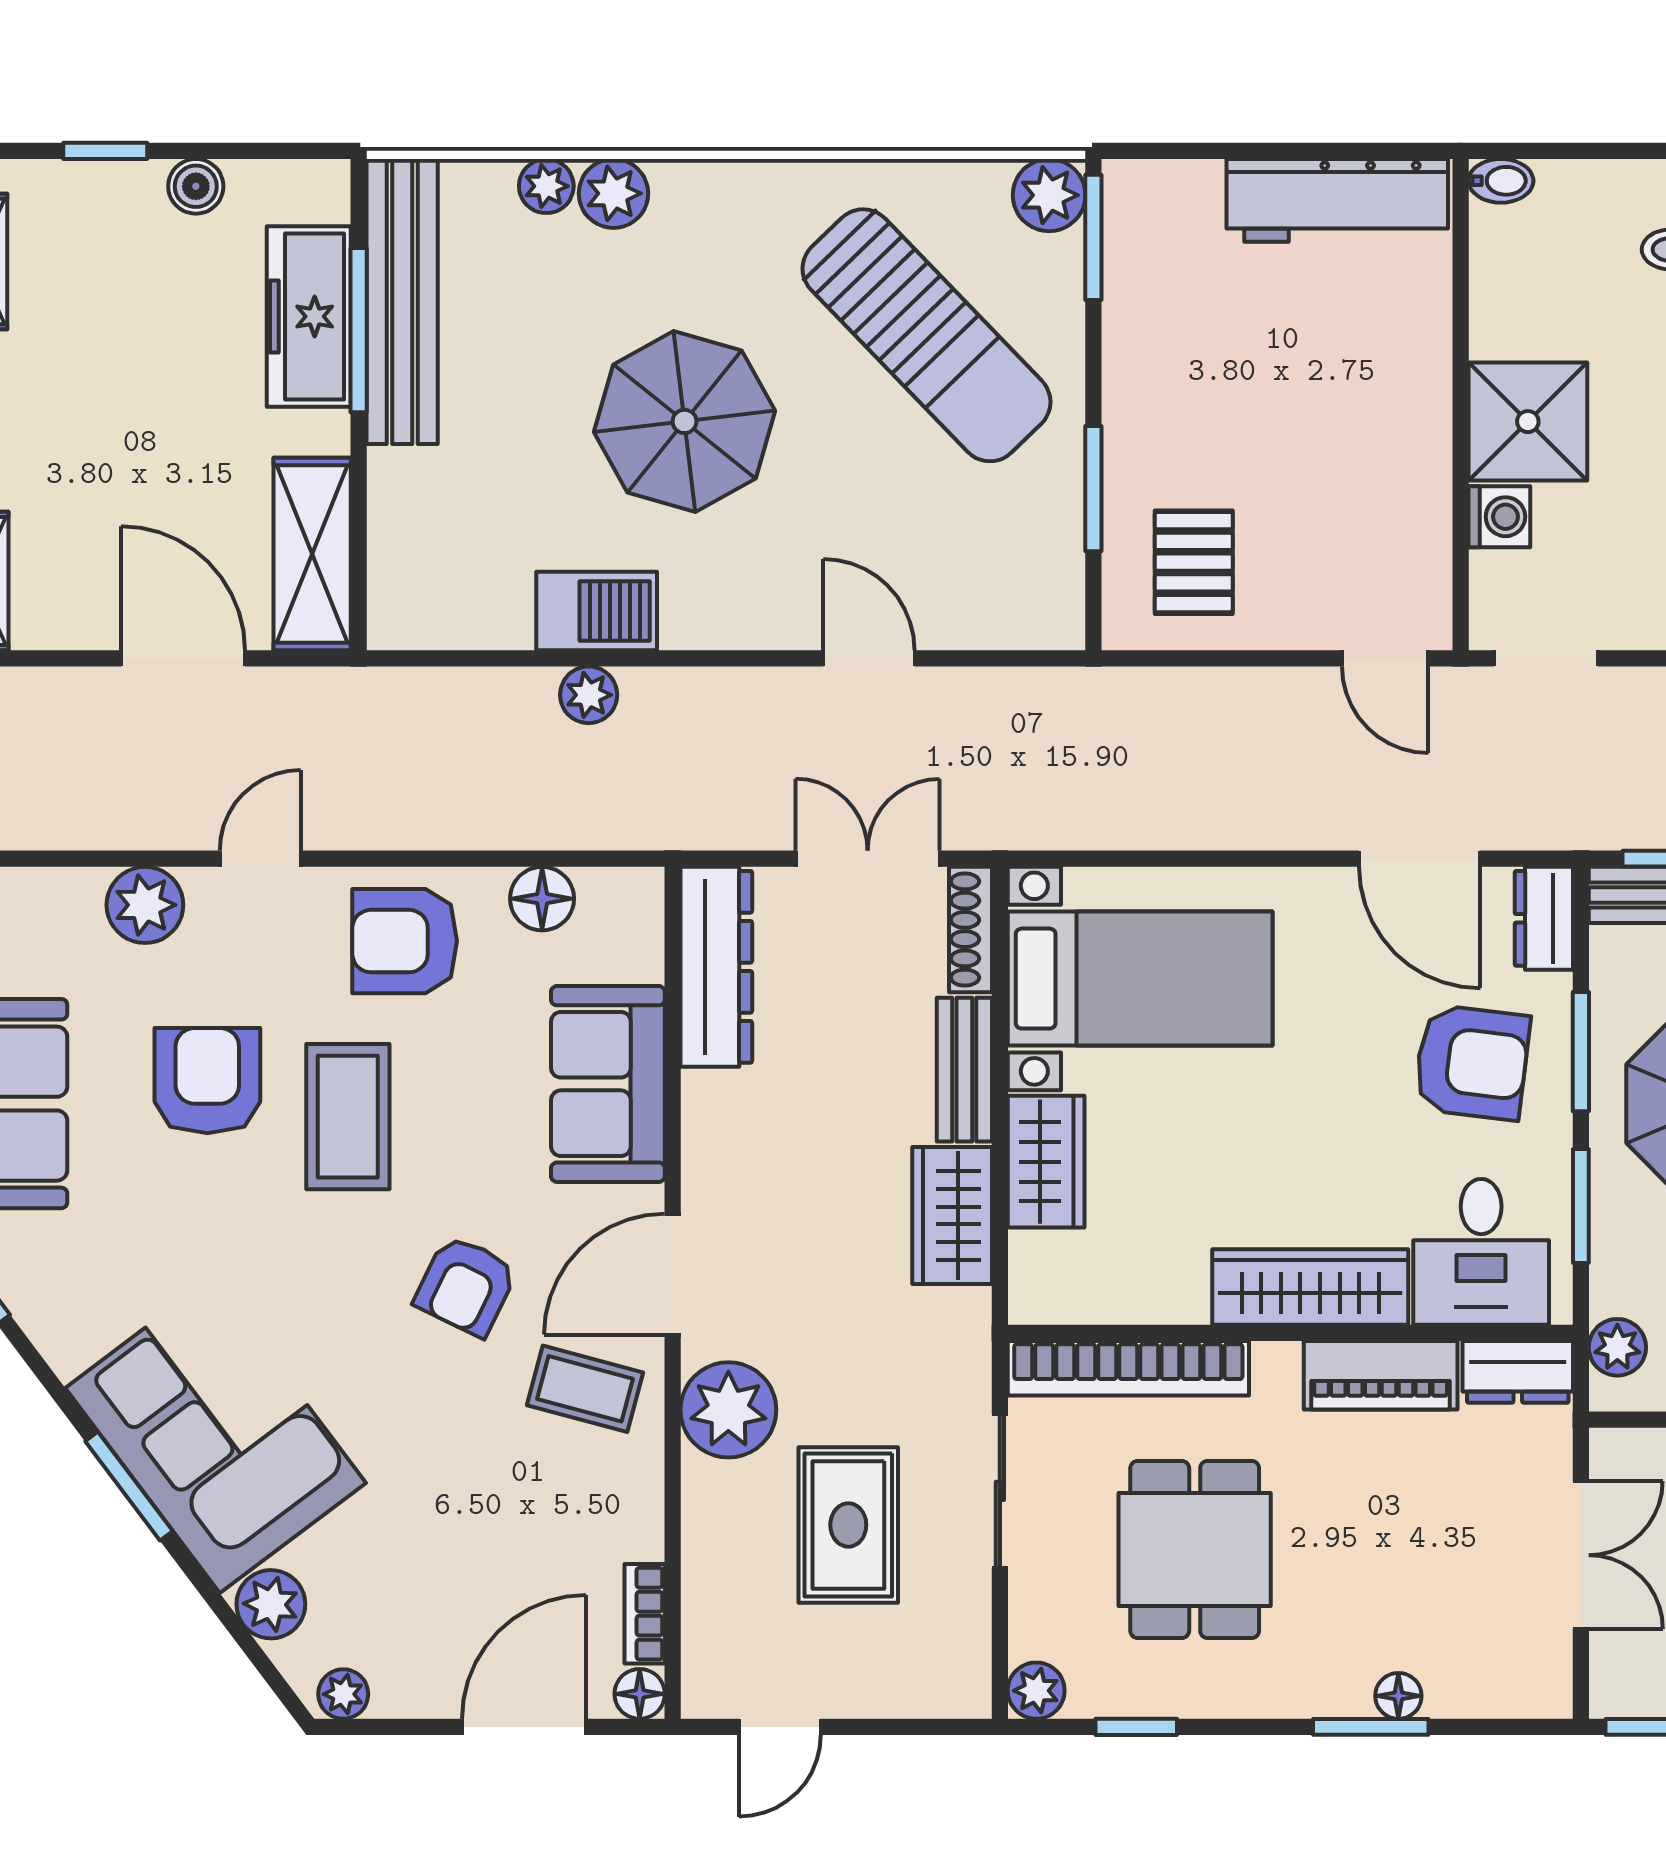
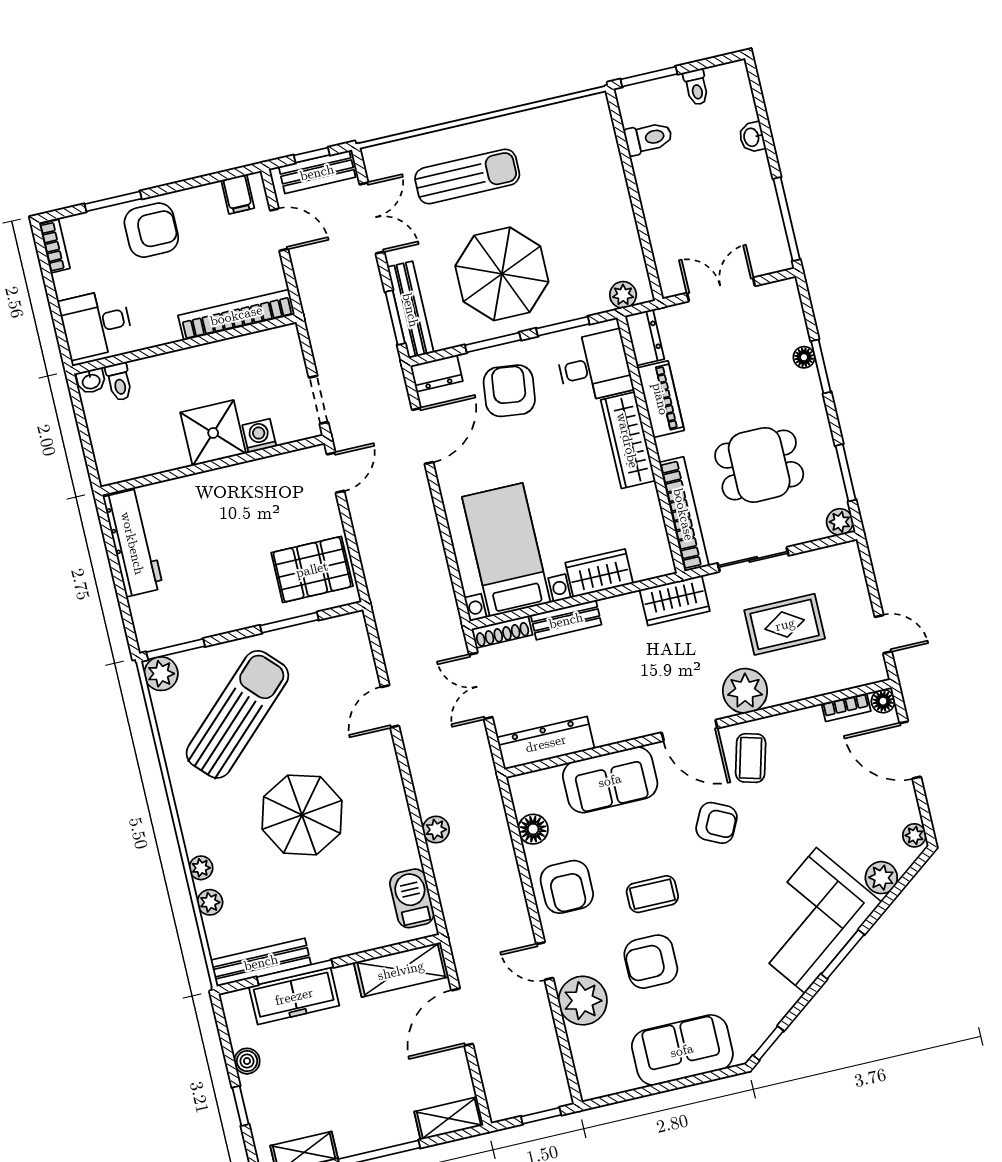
bidet: (1501, 181) -> (107, 470), removed
plant: (613, 193) -> (201, 868), width x0.73, depth x0.73
bench: (402, 301) -> (261, 962), width x0.73, depth x0.82
pallet: (1194, 562) -> (312, 569), width x1.50, depth x1.42
barbecue: (597, 611) -> (412, 898), moved
plant: (145, 905) -> (583, 1001), width x1.36, depth x1.36
coffee table: (348, 1117) -> (652, 894), width x0.73, depth x0.77
wardrobe: (952, 1216) -> (675, 600), moved
window: (1136, 1727) -> (846, 473), width x1.50

